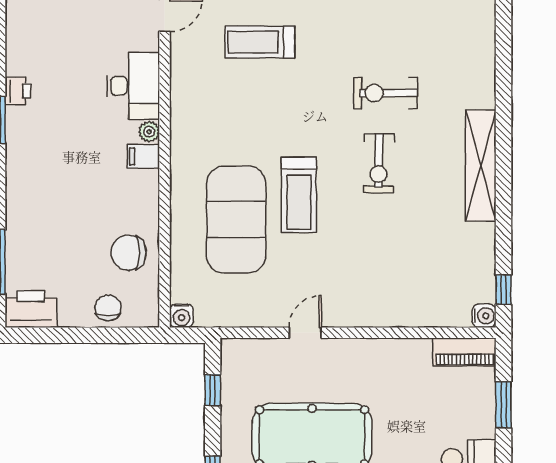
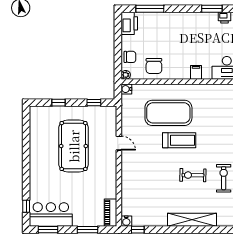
plant: (149, 132) -> (126, 75), moved
treadmill: (299, 195) -> (179, 140), turned 180
chair: (129, 253) -> (154, 66), turned 180

